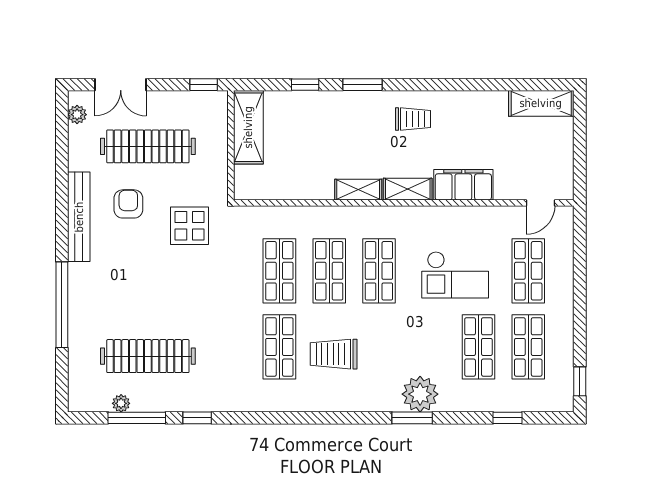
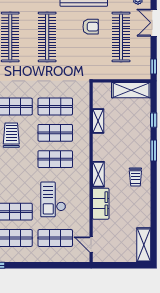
shelving: (358, 190) -> (98, 121), moved
display table: (190, 226) -> (79, 59), removed
clothes rail: (148, 286) -> (47, 37), added

